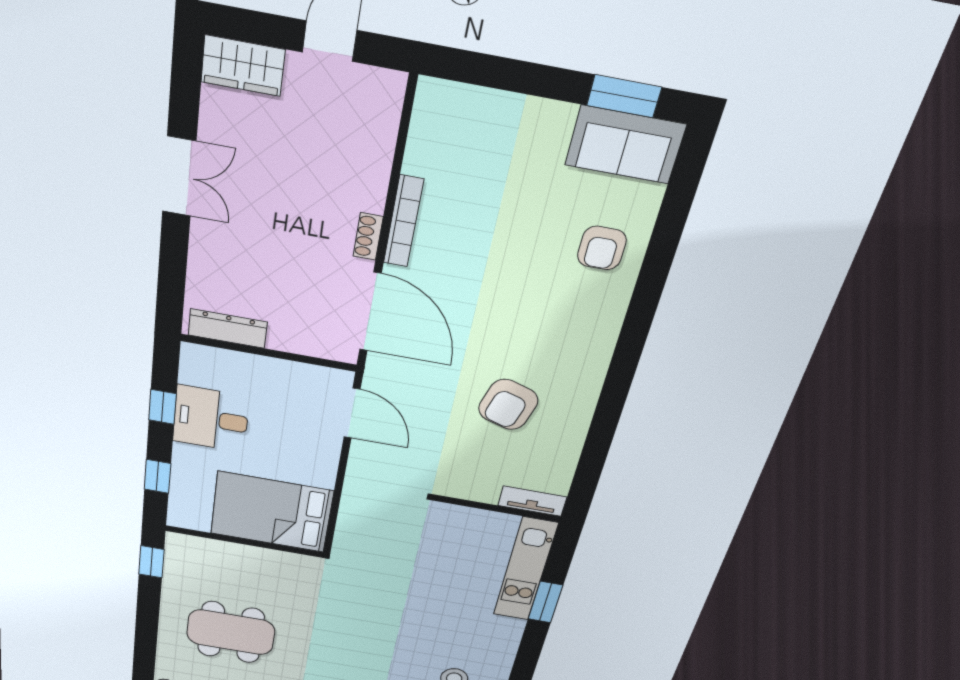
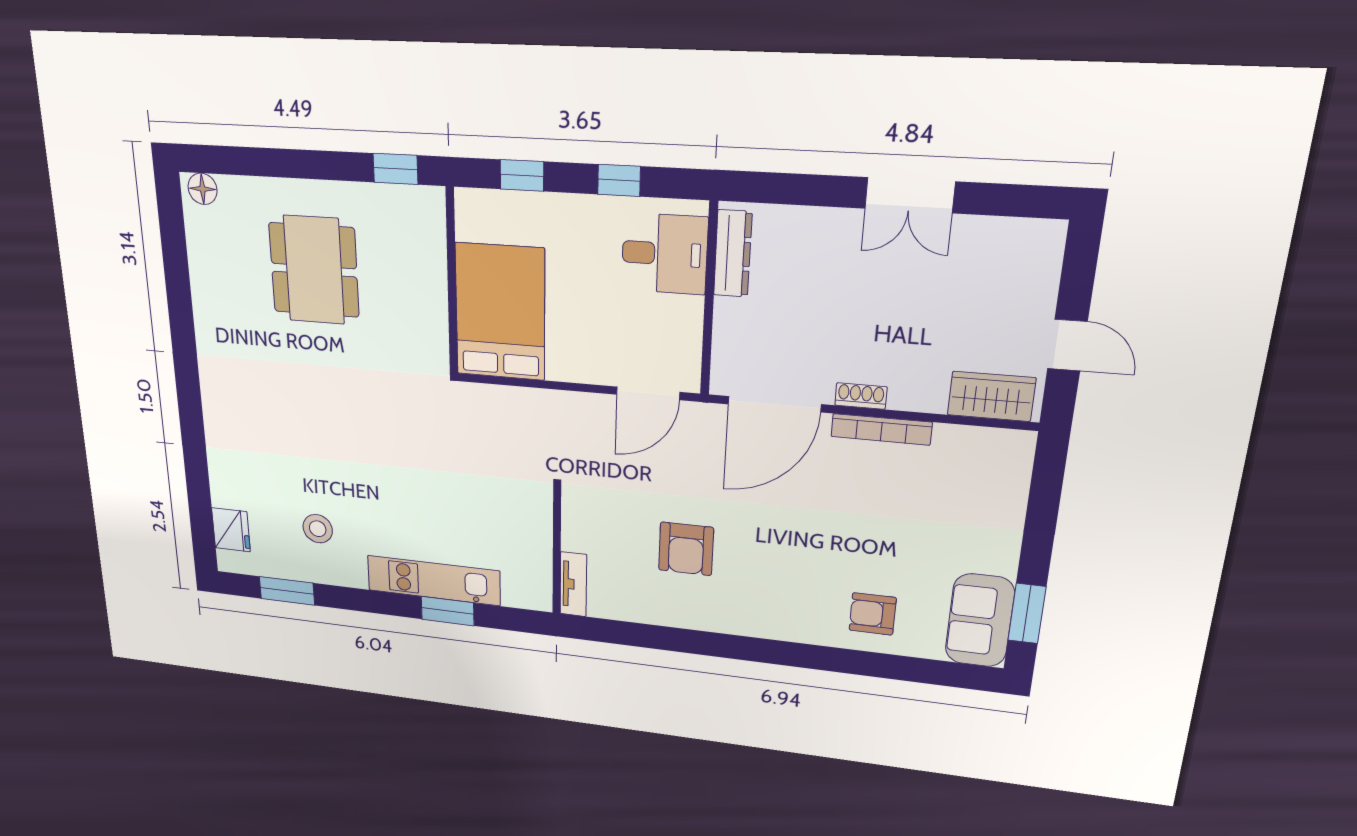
wardrobe: (243, 66) -> (991, 396), moved, turned 90
armchair: (508, 405) -> (686, 549), turned -107
desk: (211, 419) -> (664, 254), moved, turned 90
kitchen unit: (525, 570) -> (434, 580), moved

